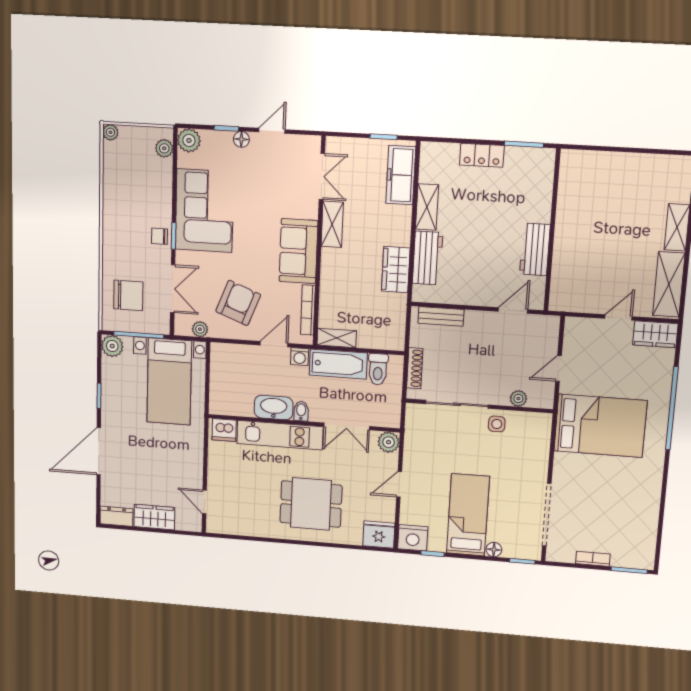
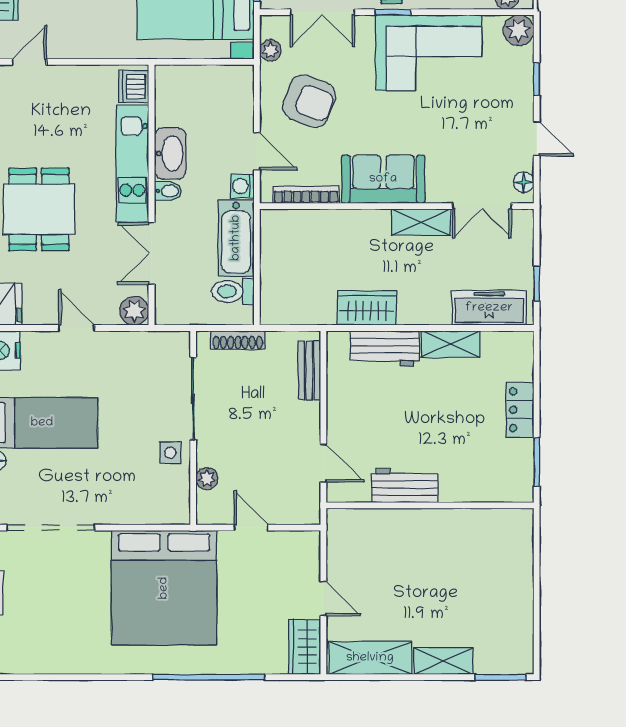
floor lamp: (241, 139) -> (524, 182), moved
shelving: (337, 338) -> (271, 235), removed
bed: (600, 426) -> (164, 588), width x1.36

